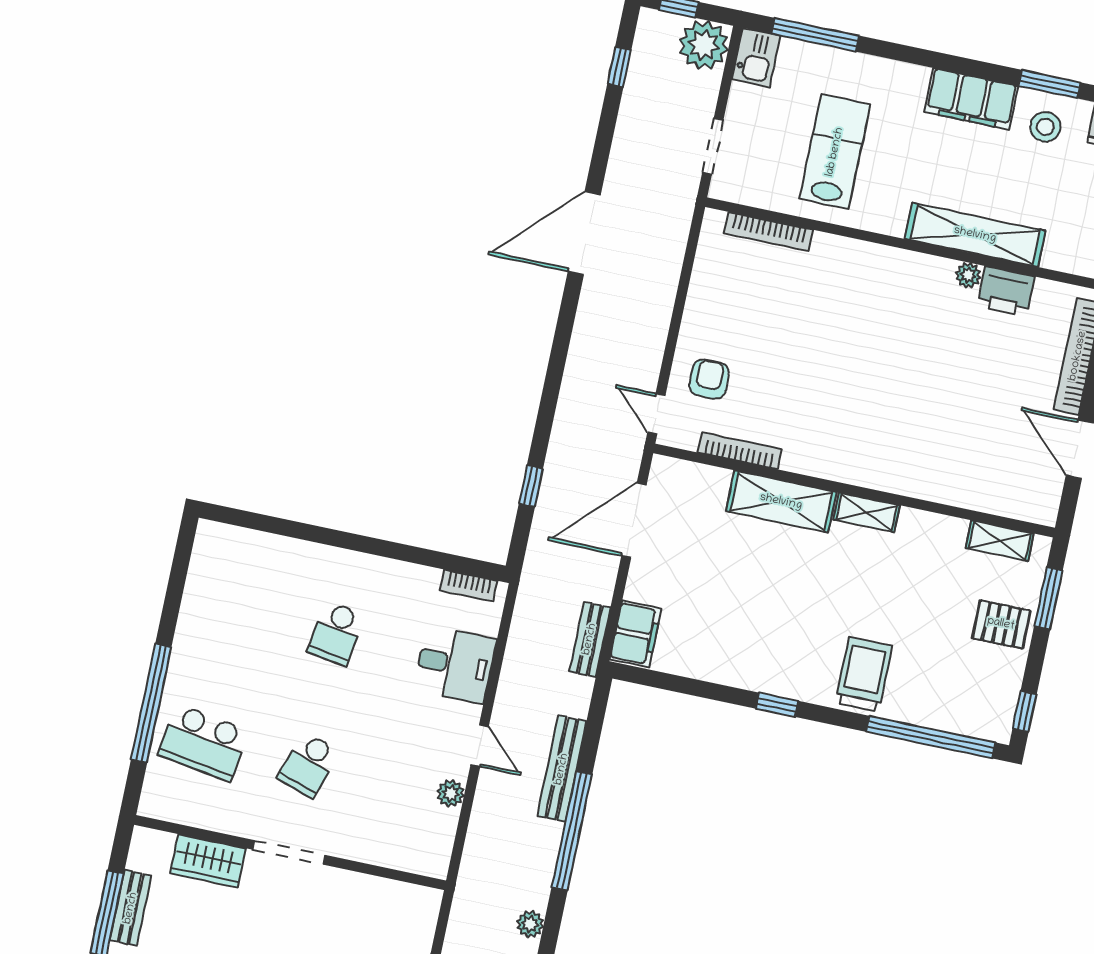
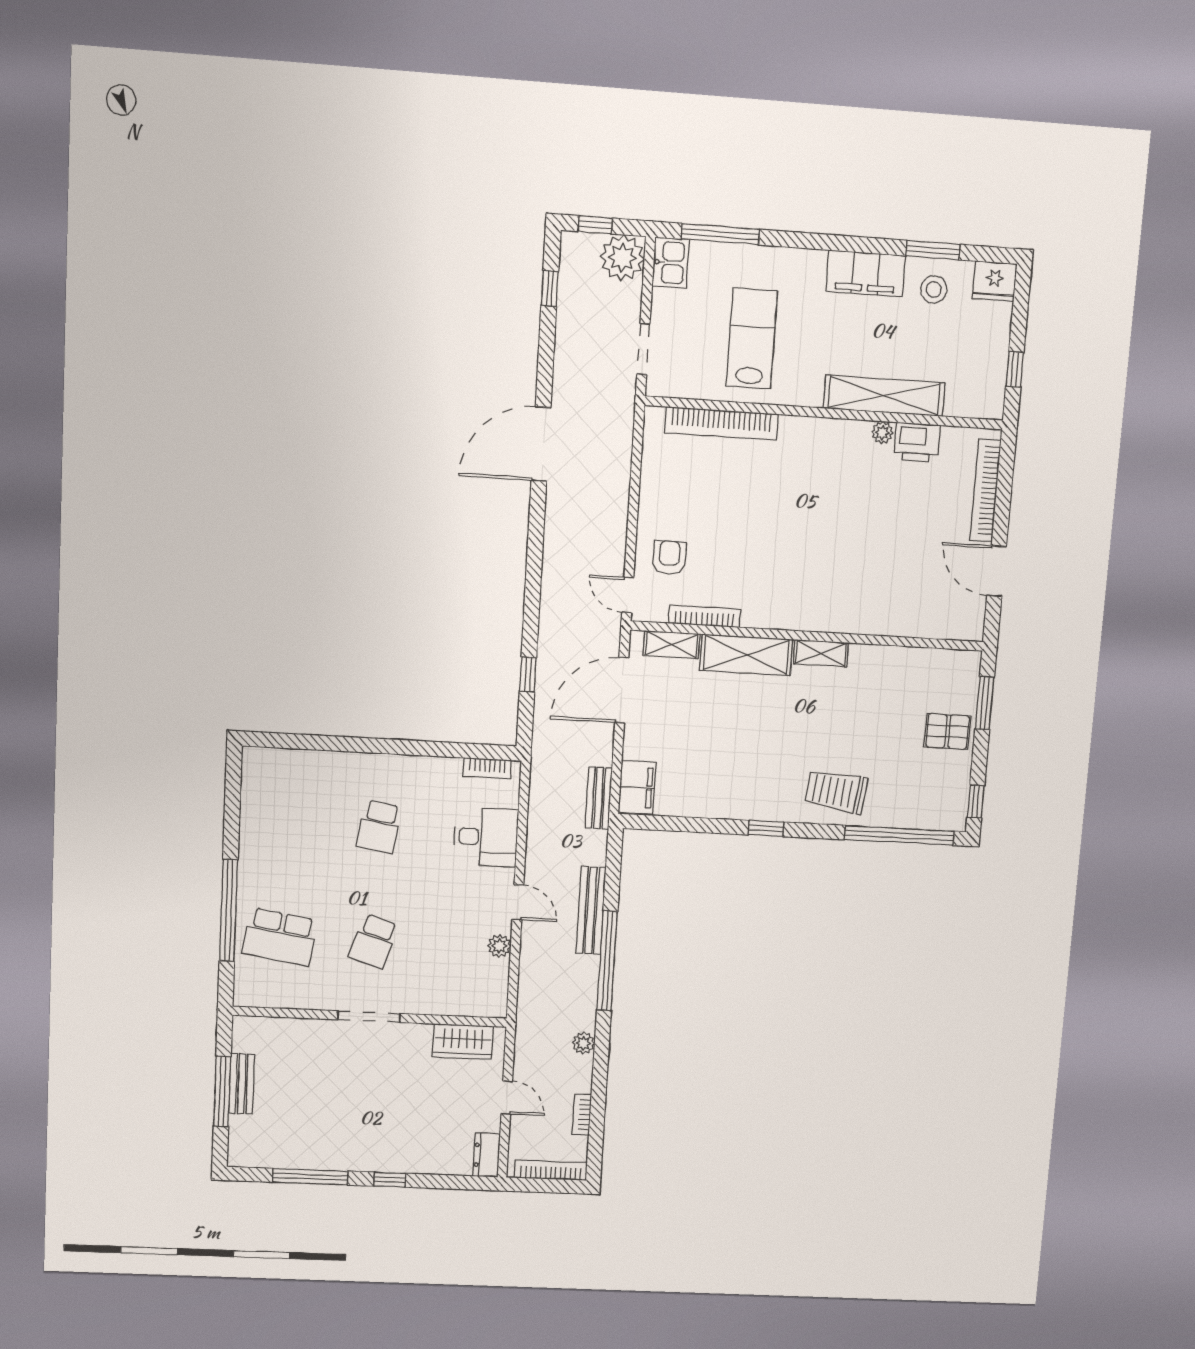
bookcase: (769, 232) -> (721, 423), width x1.48, depth x1.31
shelving: (1000, 541) -> (672, 645), moved
trolley: (864, 674) -> (836, 791), turned -83
wardrobe: (208, 861) -> (463, 1042), moved

